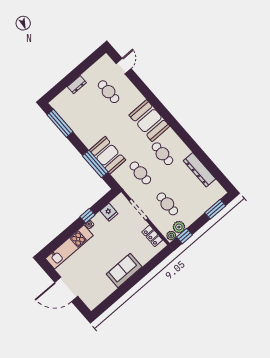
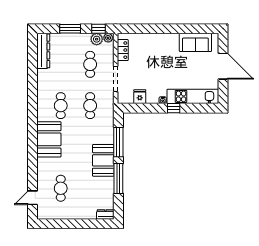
dresser: (77, 85) -> (105, 215), moved
window: (60, 123) -> (118, 178), moved
booth: (107, 155) -> (103, 160), moved
dresser: (200, 170) -> (43, 51), moved
window: (215, 209) -> (70, 29), moved
window: (87, 216) -> (174, 108), moved
sofa: (124, 270) -> (195, 42), moved

